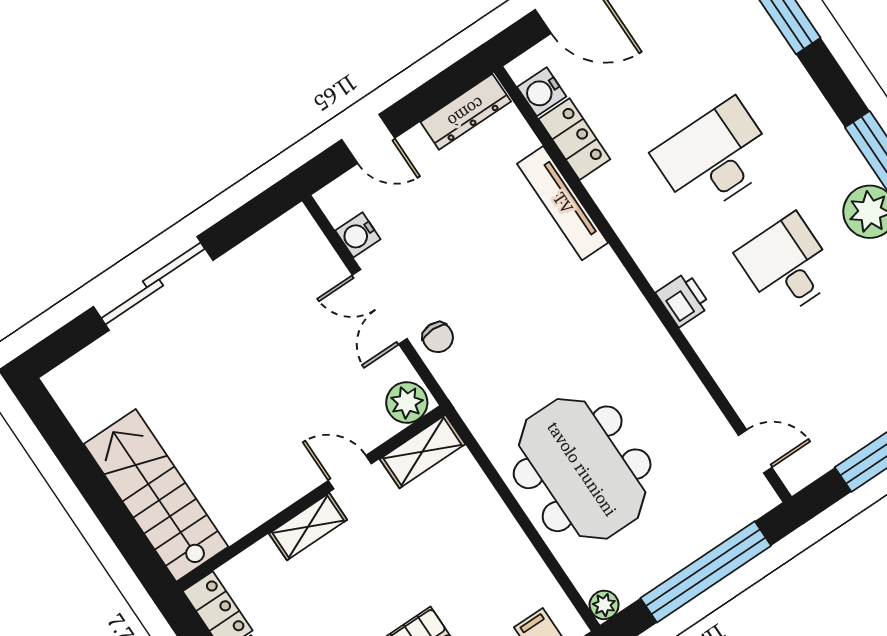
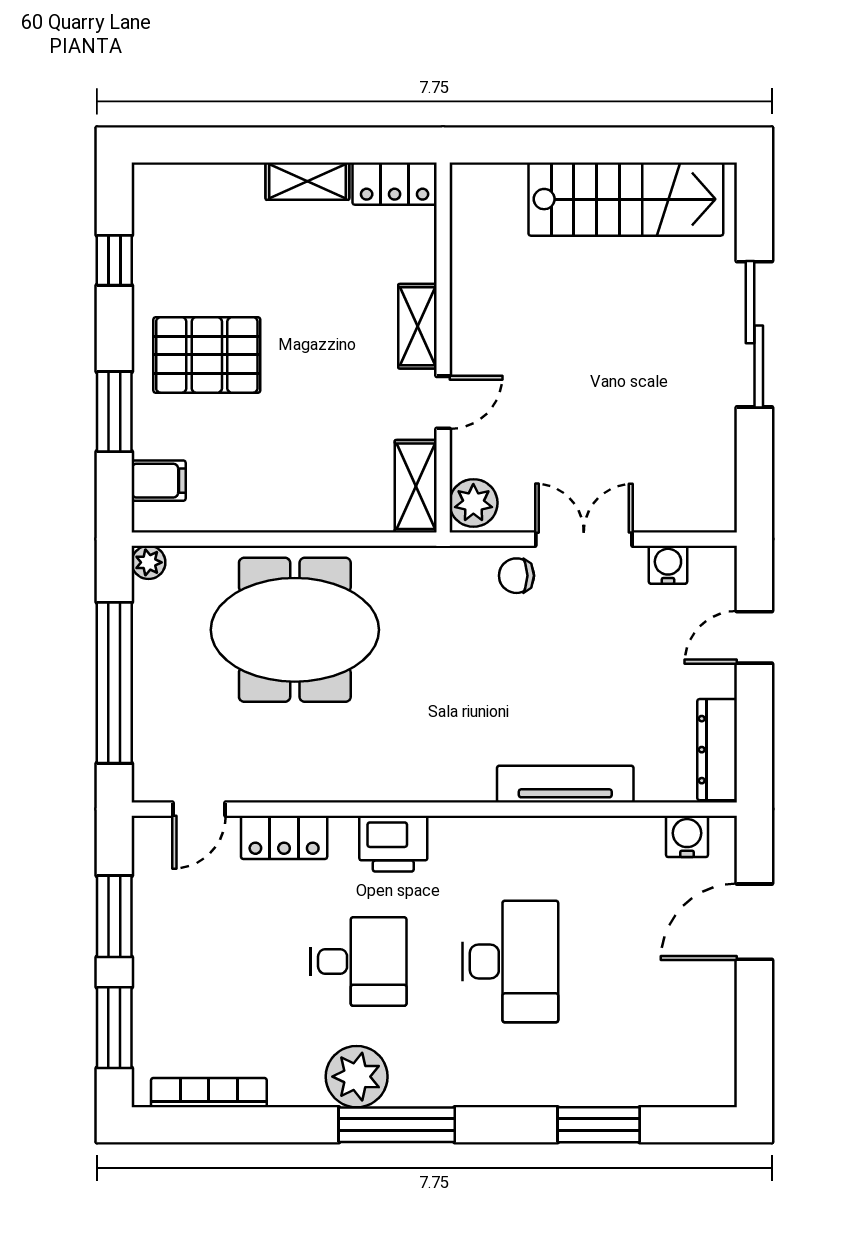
locker: (574, 139) -> (284, 837), moved
printer: (683, 299) -> (393, 844), width x1.36, depth x1.24
stairs: (156, 495) -> (626, 199), moved

